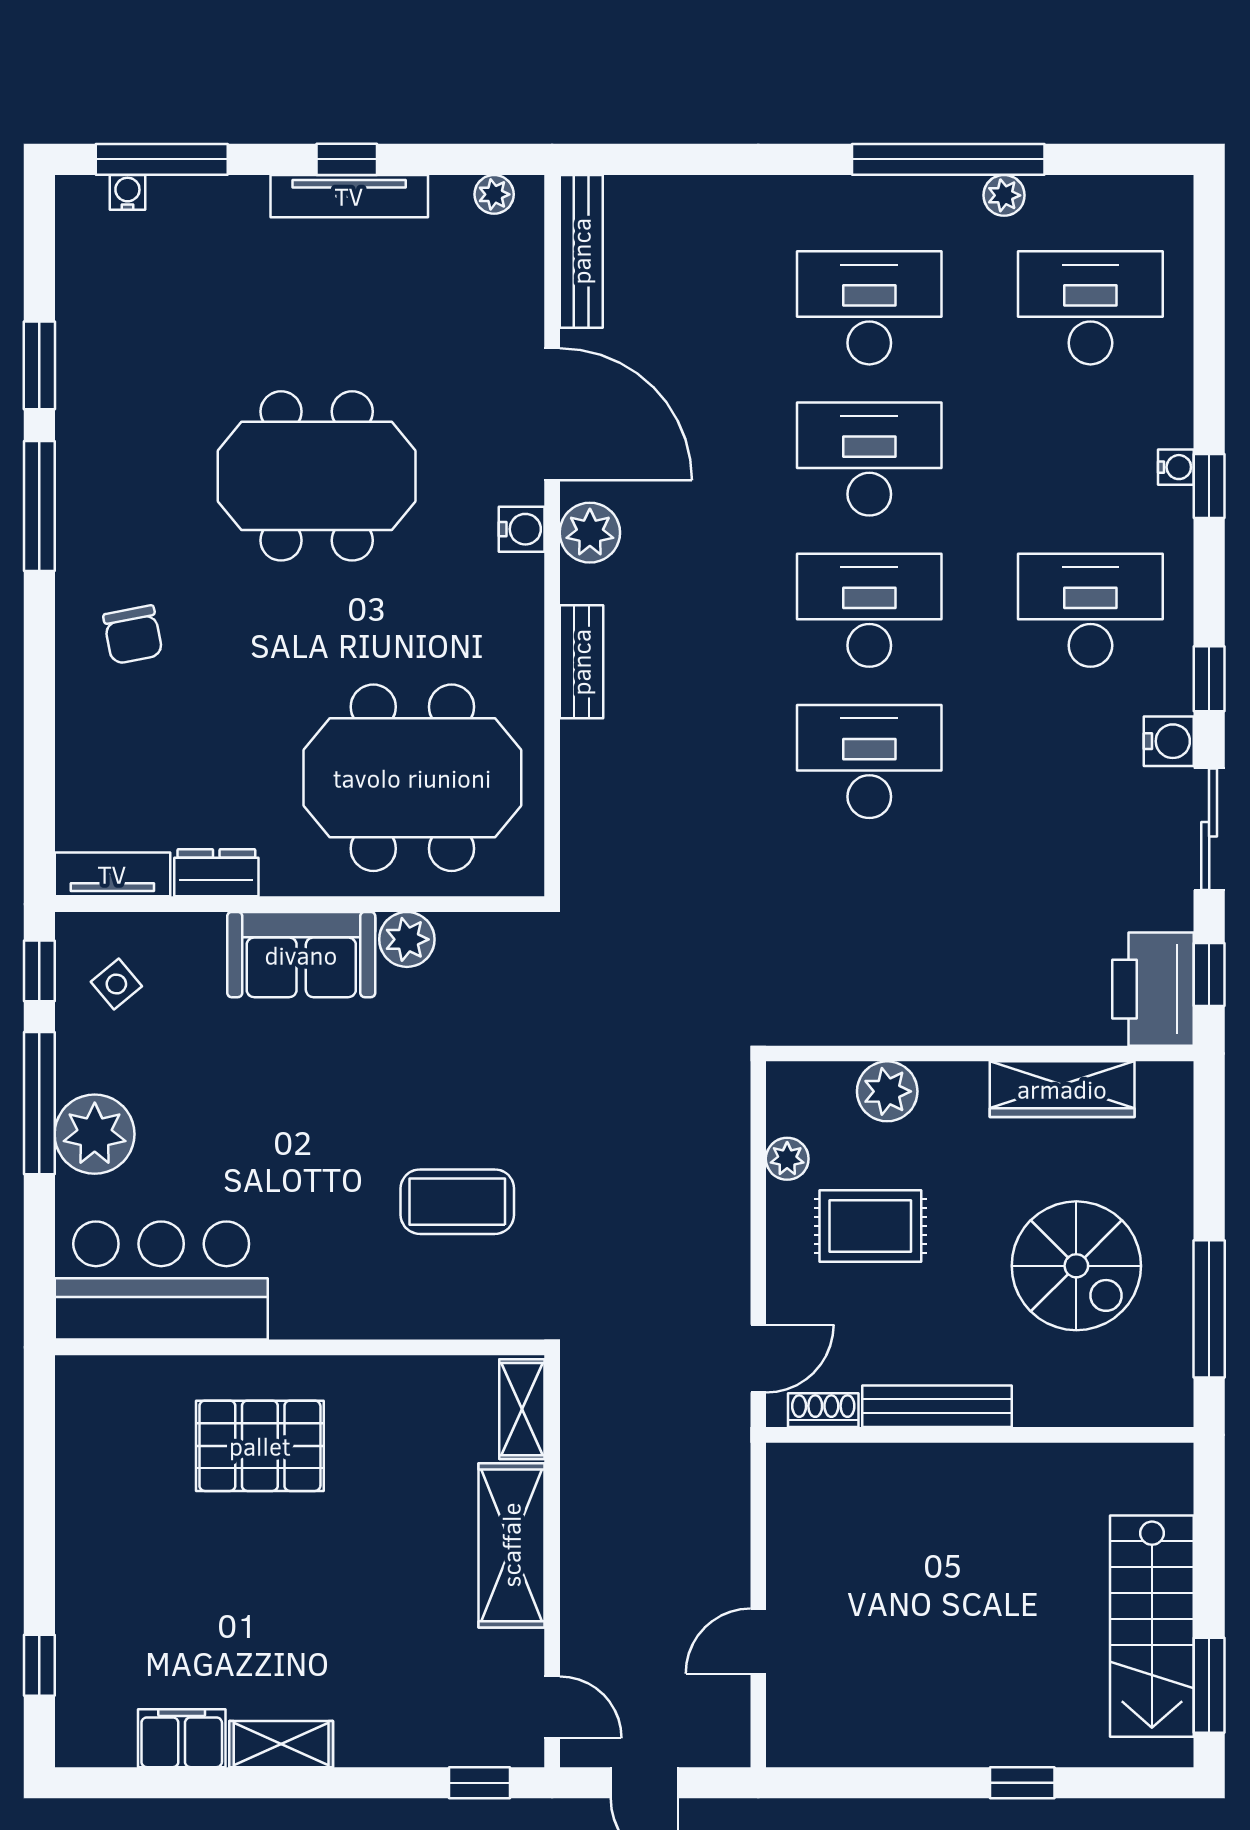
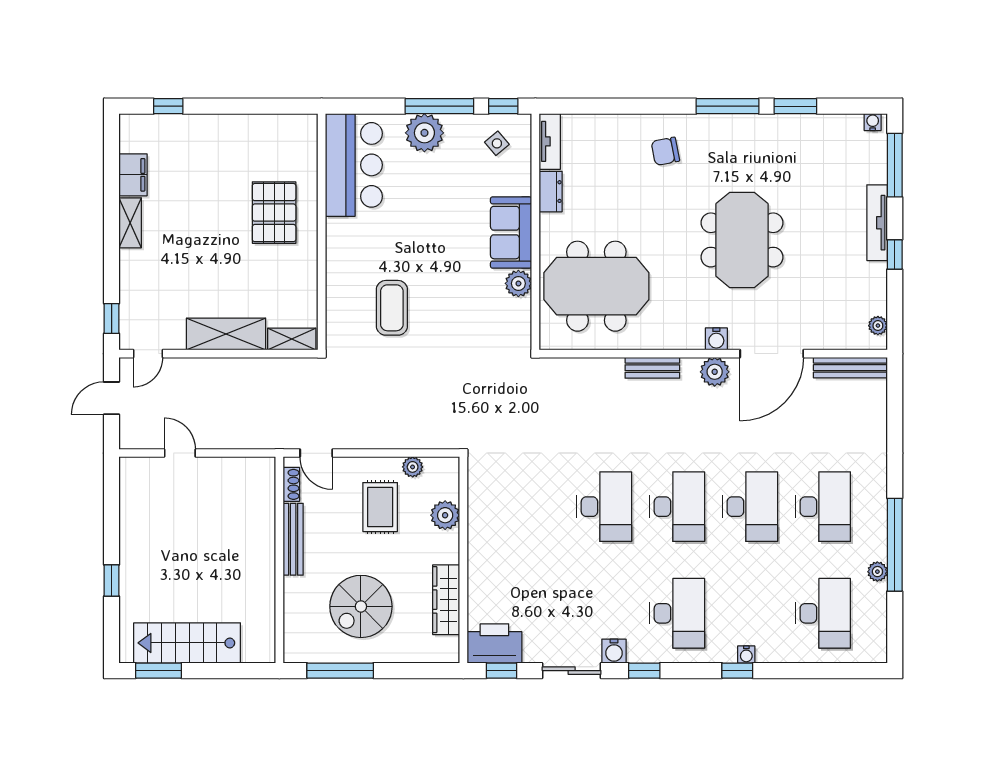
water cooler: (127, 192) -> (873, 122), moved, turned -90
tv unit: (349, 196) -> (877, 223), moved
meeting table: (412, 778) -> (596, 286), turned 90

